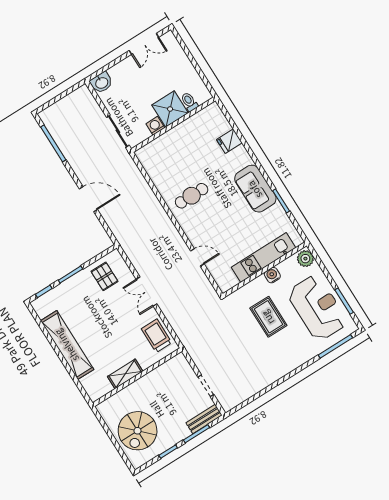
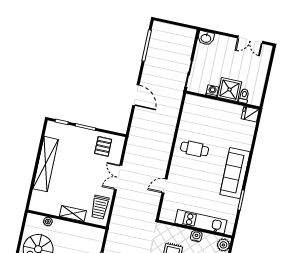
fridge: (229, 141) -> (250, 114), moved
sofa: (255, 189) -> (235, 173), width x1.36
door: (197, 257) -> (164, 186), swing flipped
trolley: (157, 336) -> (100, 207), turned 180
shelving: (125, 374) -> (73, 214), moved
plant: (121, 396) -> (48, 222), added

